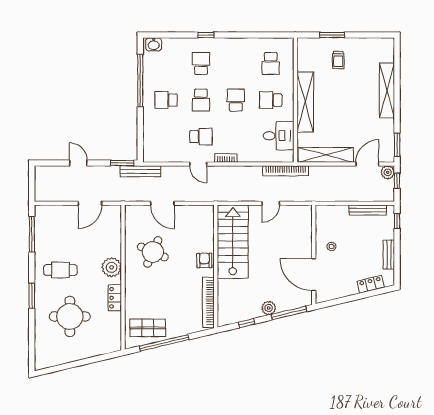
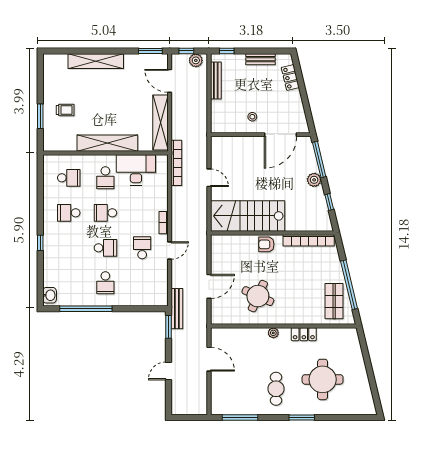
school desk: (201, 63) -> (69, 213), moved
desk: (279, 136) -> (136, 170), width x1.37
plant: (388, 172) -> (196, 60), moved
plant: (112, 267) -> (273, 333), width x0.53, depth x0.53

